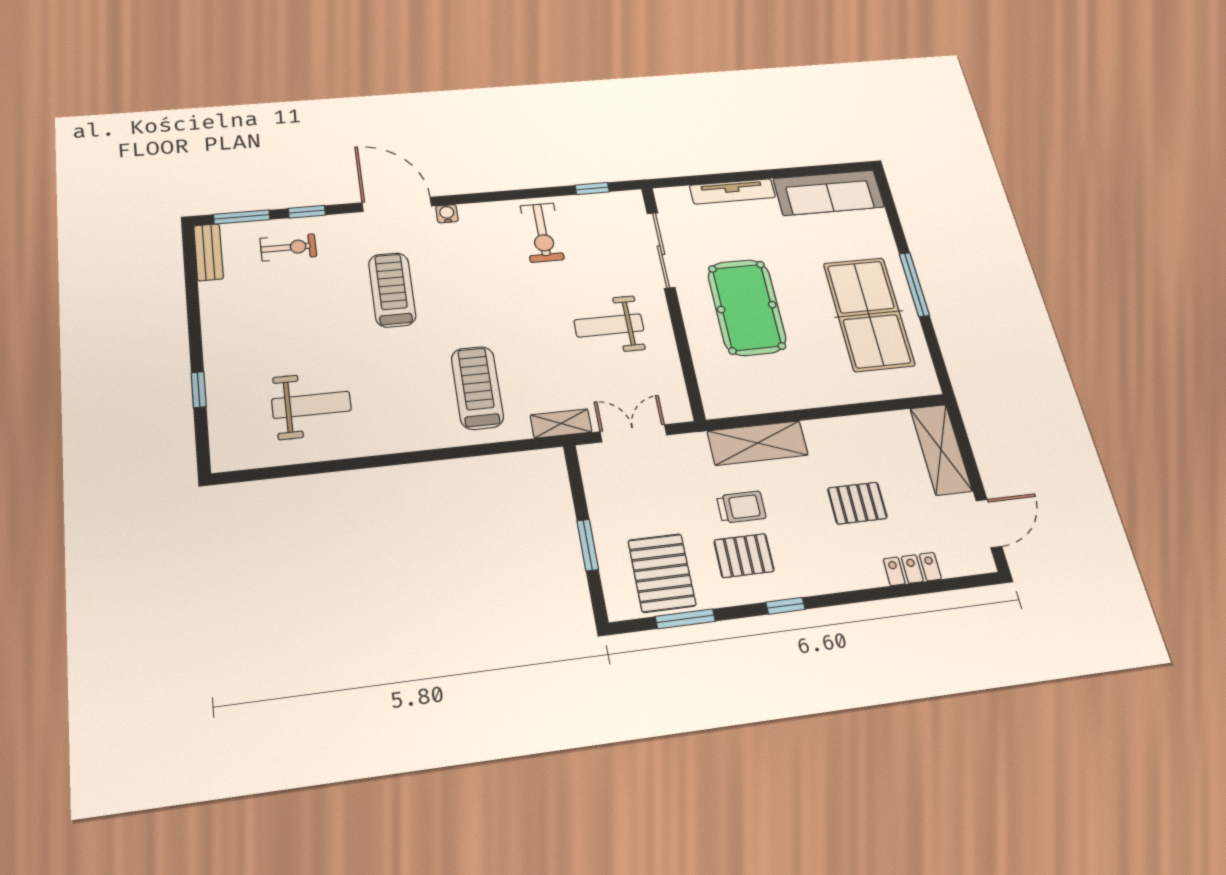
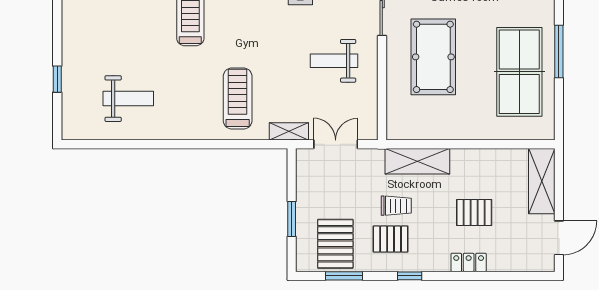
locker: (912, 569) -> (469, 262), moved

